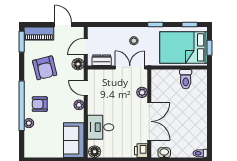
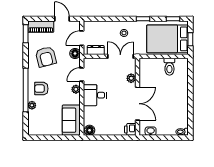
door: (86, 88) -> (82, 74), hinge flipped
desk: (101, 127) -> (95, 95), moved

